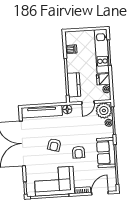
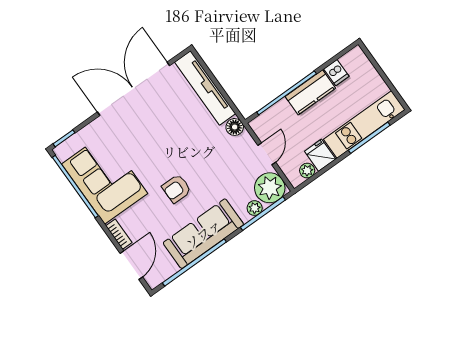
kitchen counter: (74, 85) -> (310, 92), moved
door: (88, 102) -> (267, 154), swing flipped
armchair: (54, 145) -> (164, 142), removed
sofa: (106, 153) -> (203, 234), width x1.36
door: (100, 193) -> (131, 265), hinge flipped

